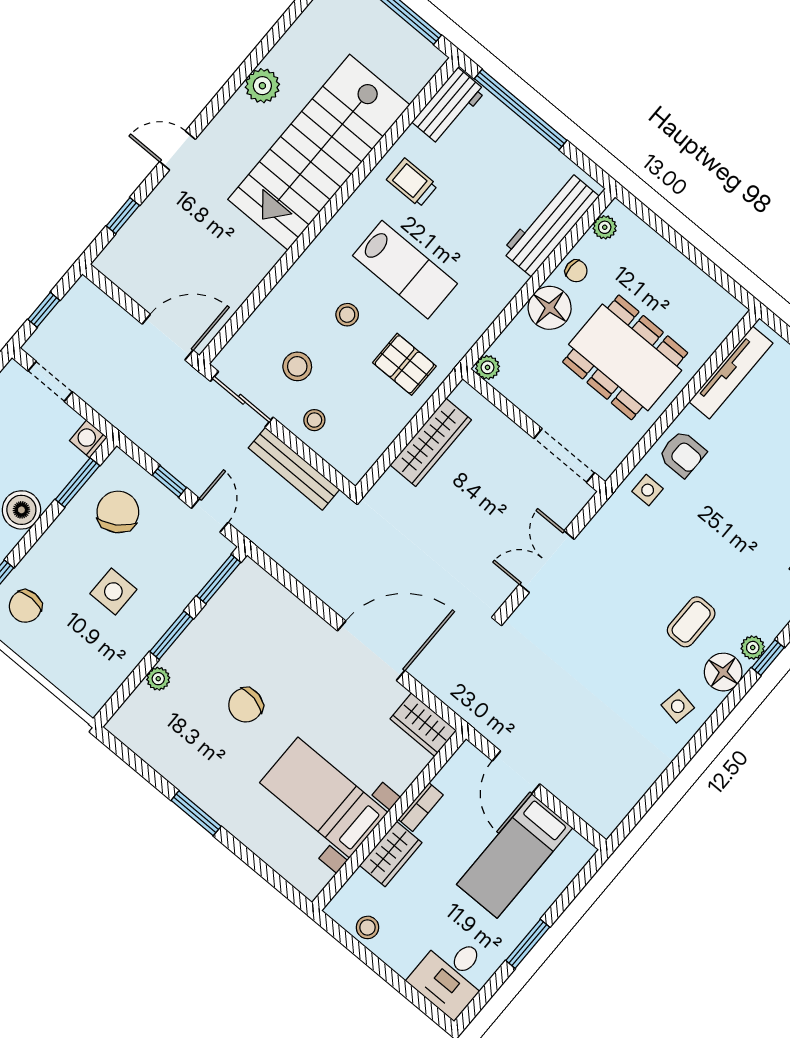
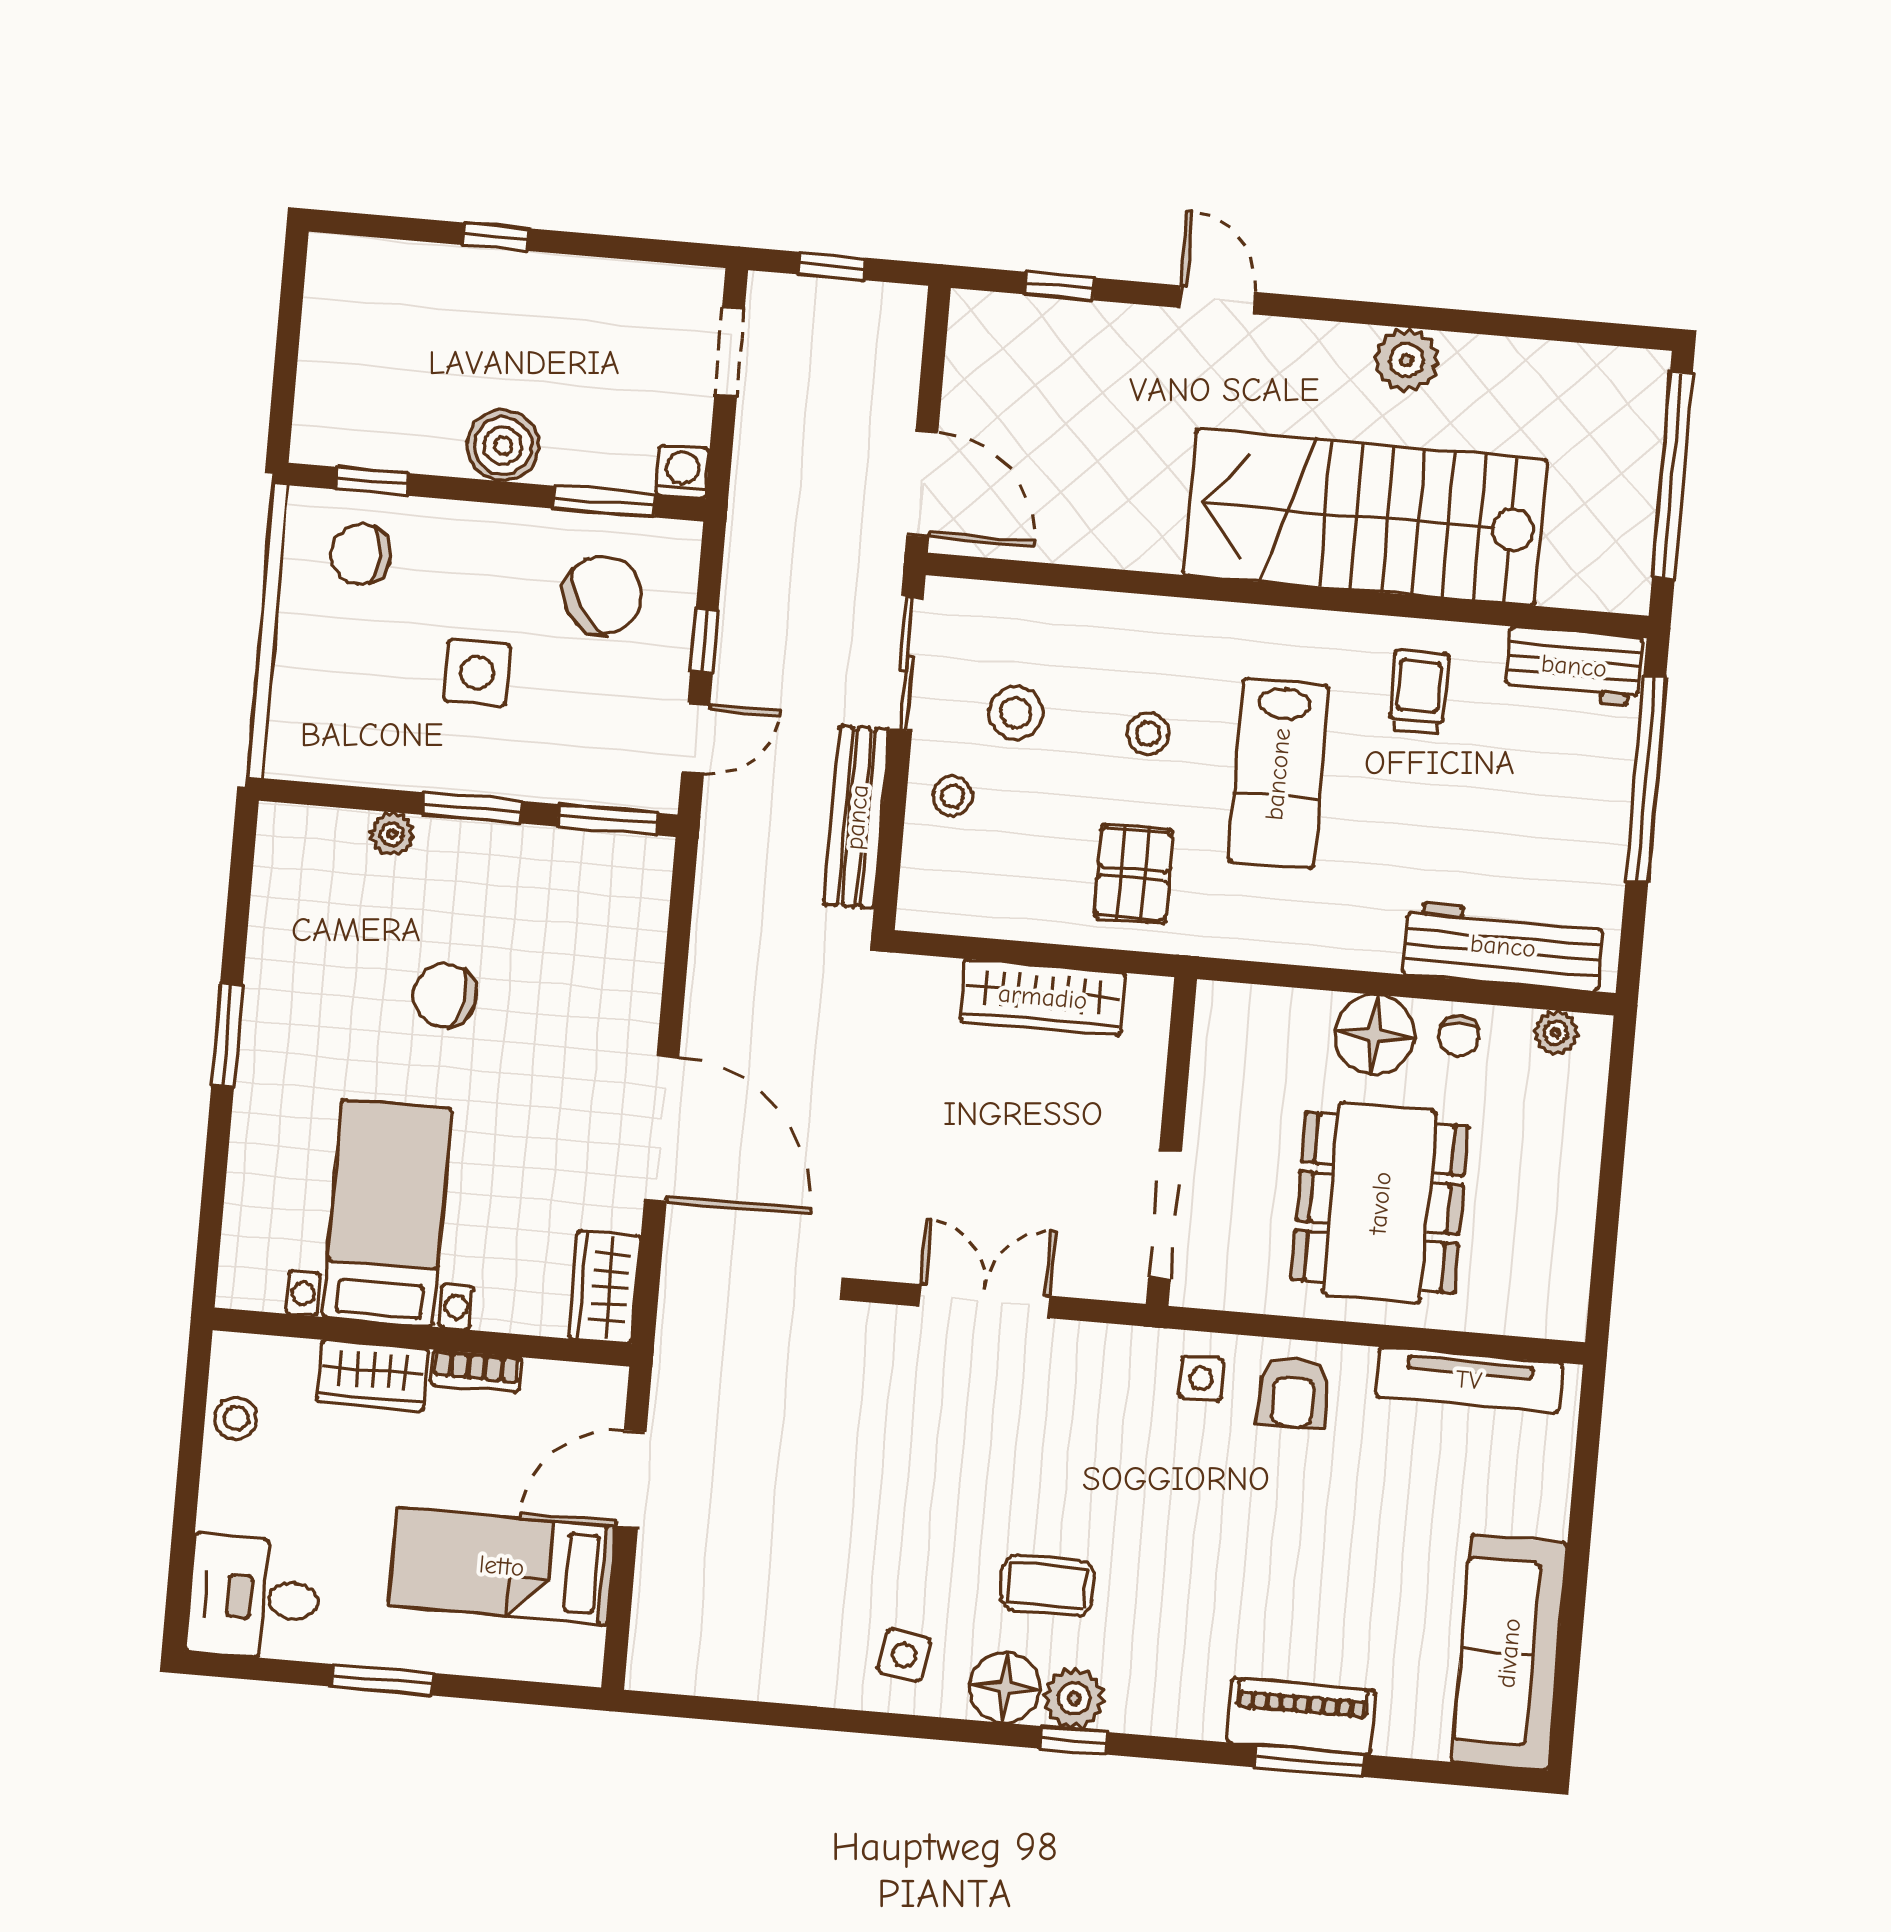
plant: (488, 367) -> (1217, 1004), removed
plant: (753, 648) -> (1074, 1698), width x1.38, depth x1.38

